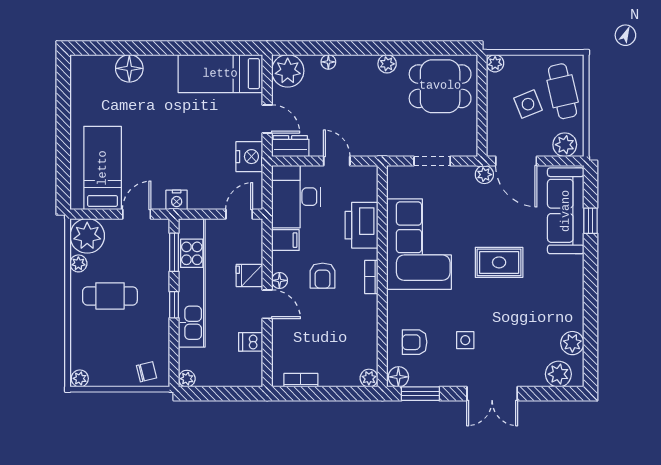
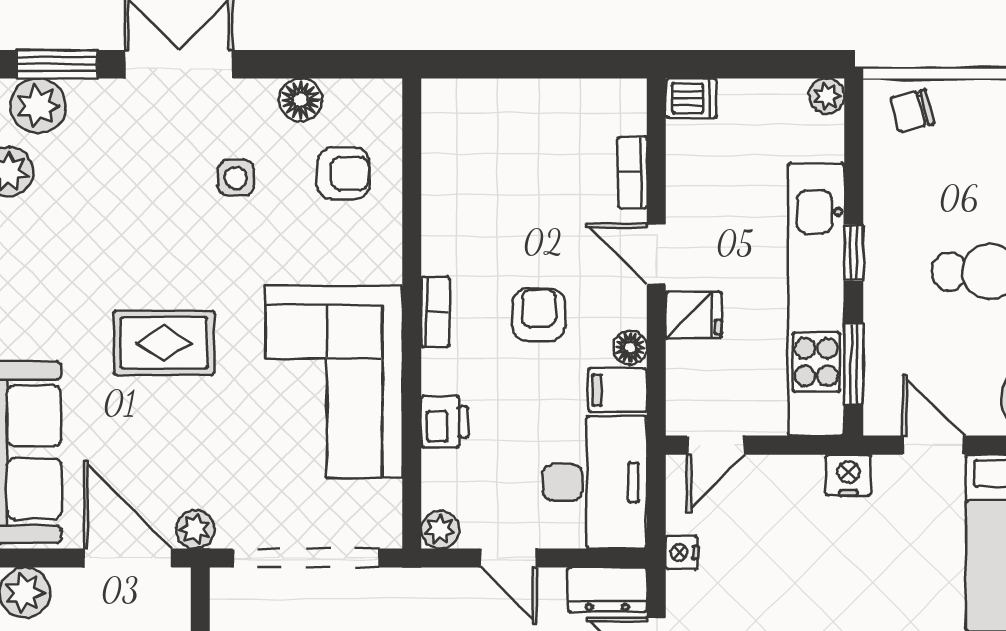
nightstand: (249, 157) -> (682, 552), width x0.53, depth x0.56
doorway: (432, 161) -> (306, 558), width x1.87
door: (137, 214) -> (933, 445), swing flipped
printer: (361, 225) -> (445, 422), width x0.53, depth x0.68
floor lamp: (279, 280) -> (630, 348), moved
dishwasher: (251, 342) -> (691, 98), moved
floor lamp: (398, 377) -> (300, 100), moved
plant: (369, 378) -> (440, 530), moved
bookcase: (301, 380) -> (633, 172), moved, turned 90
window: (420, 394) -> (57, 64), moved

